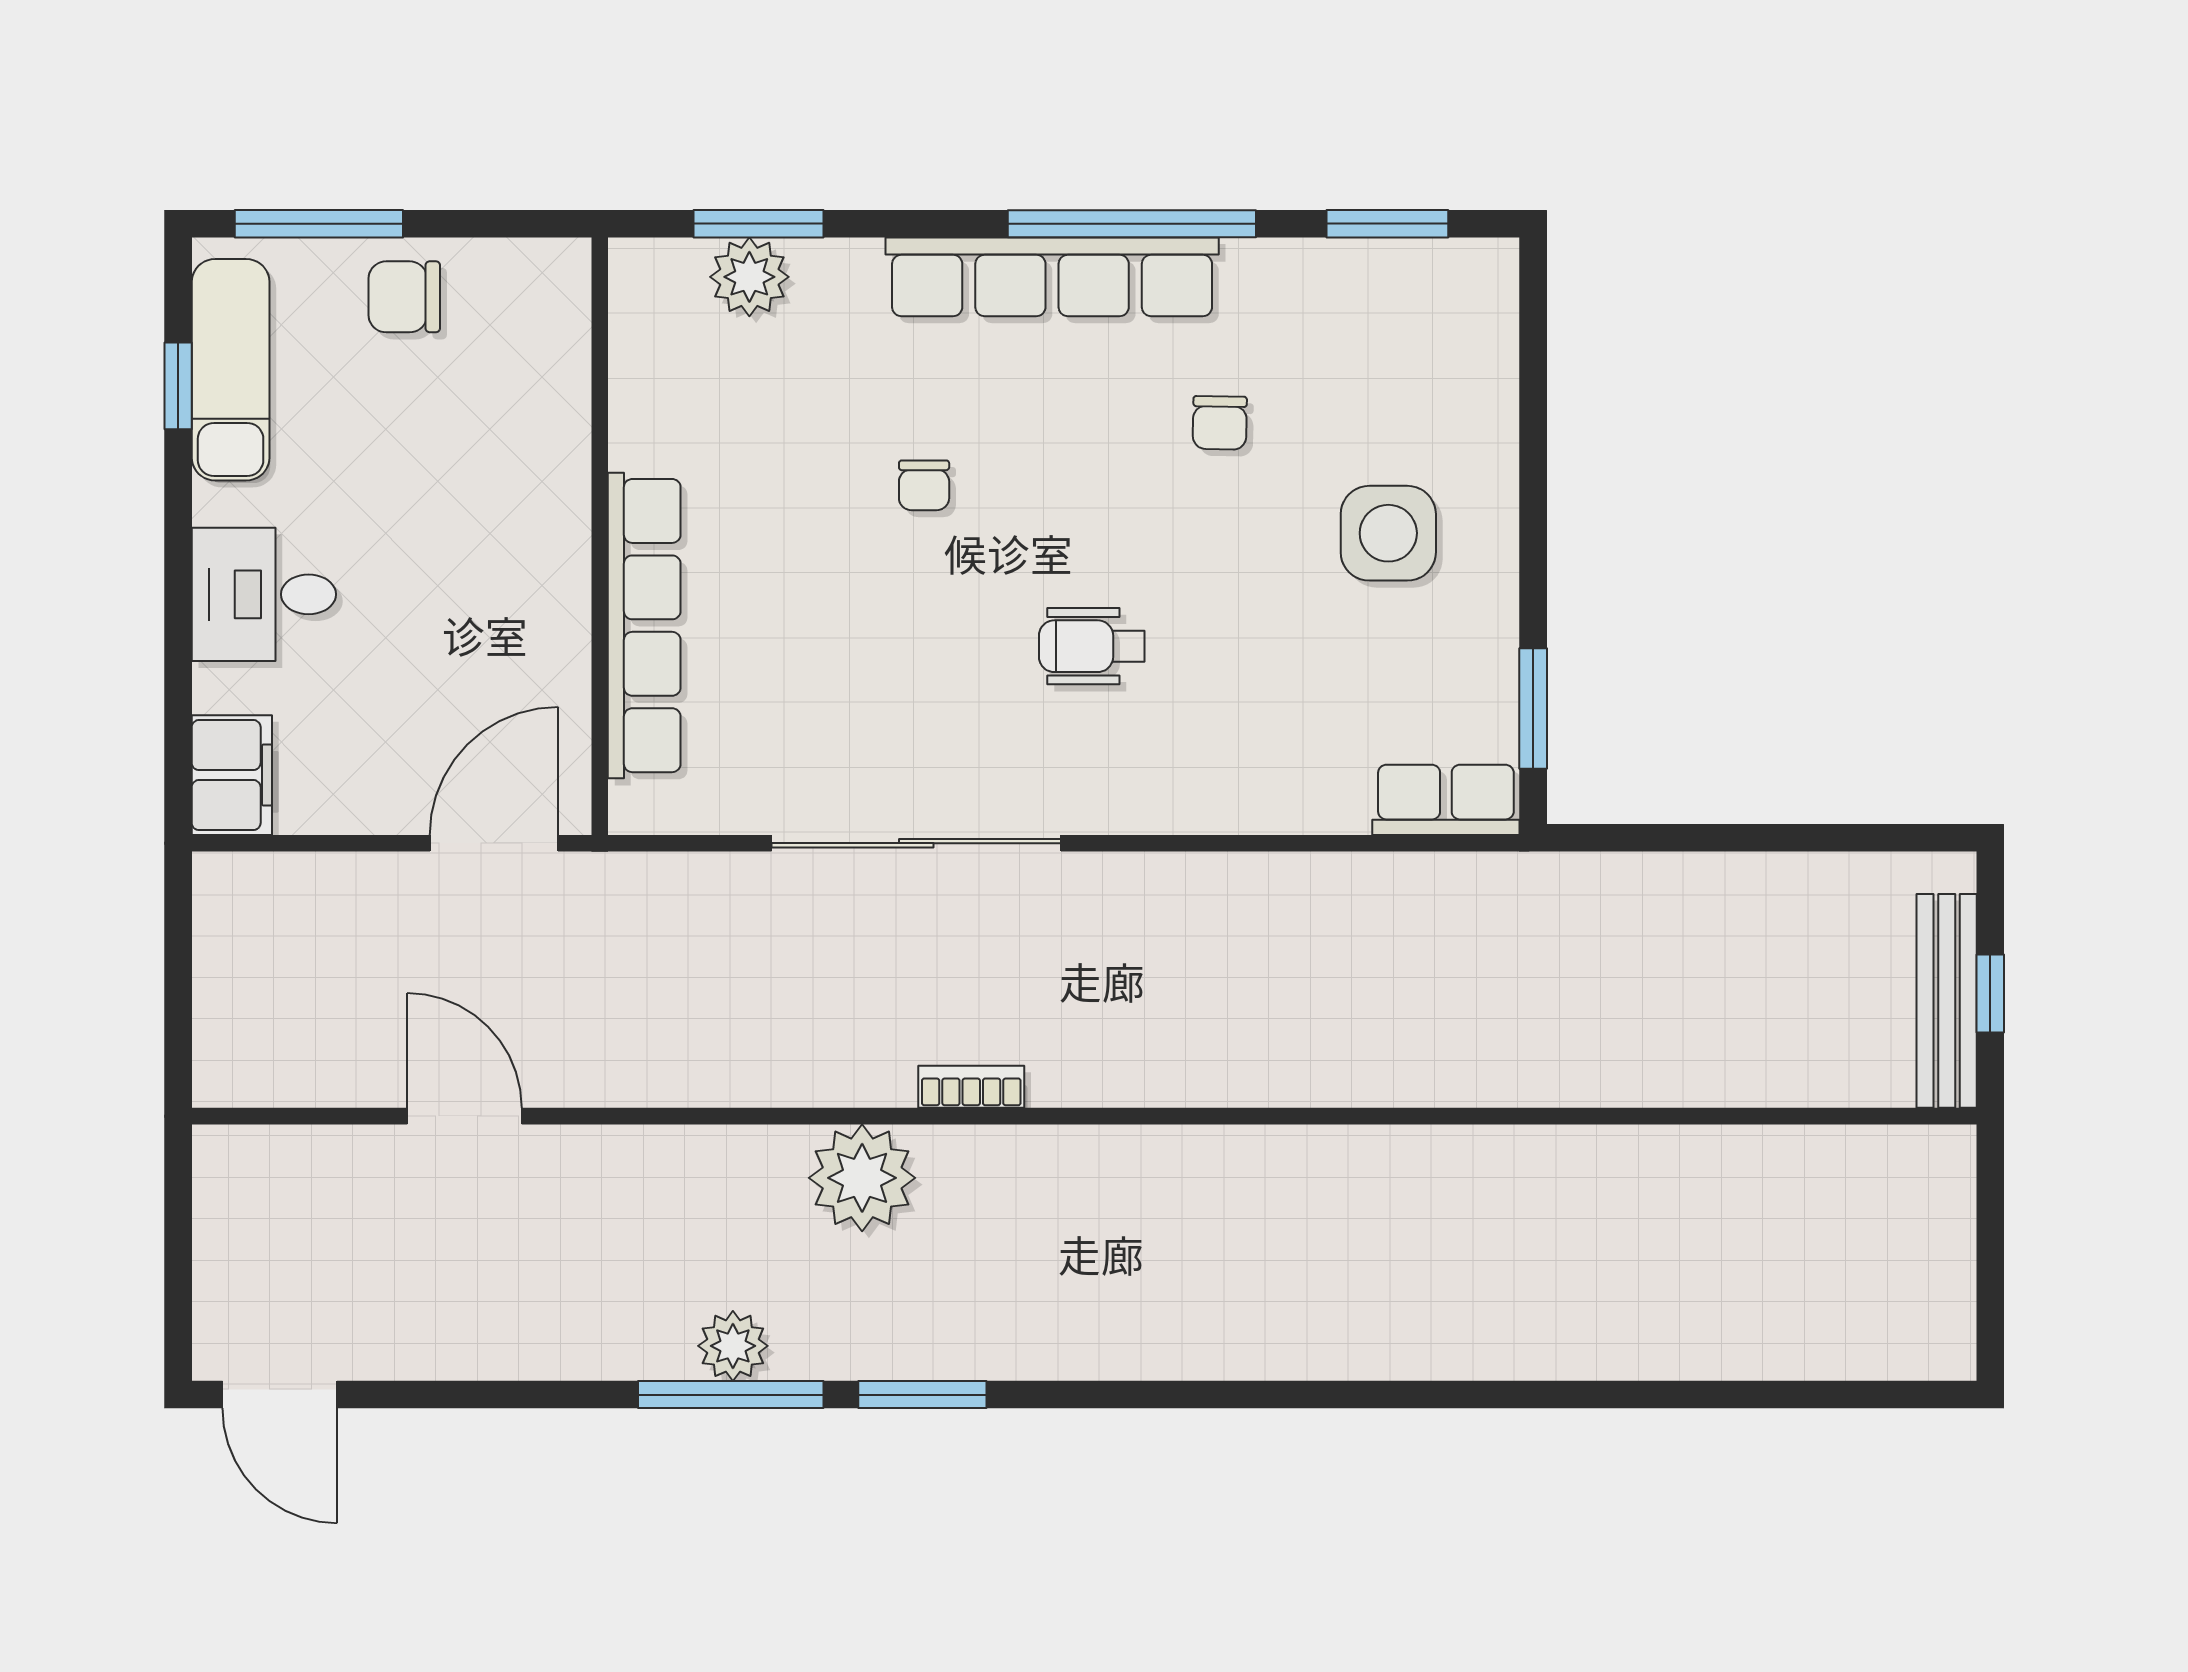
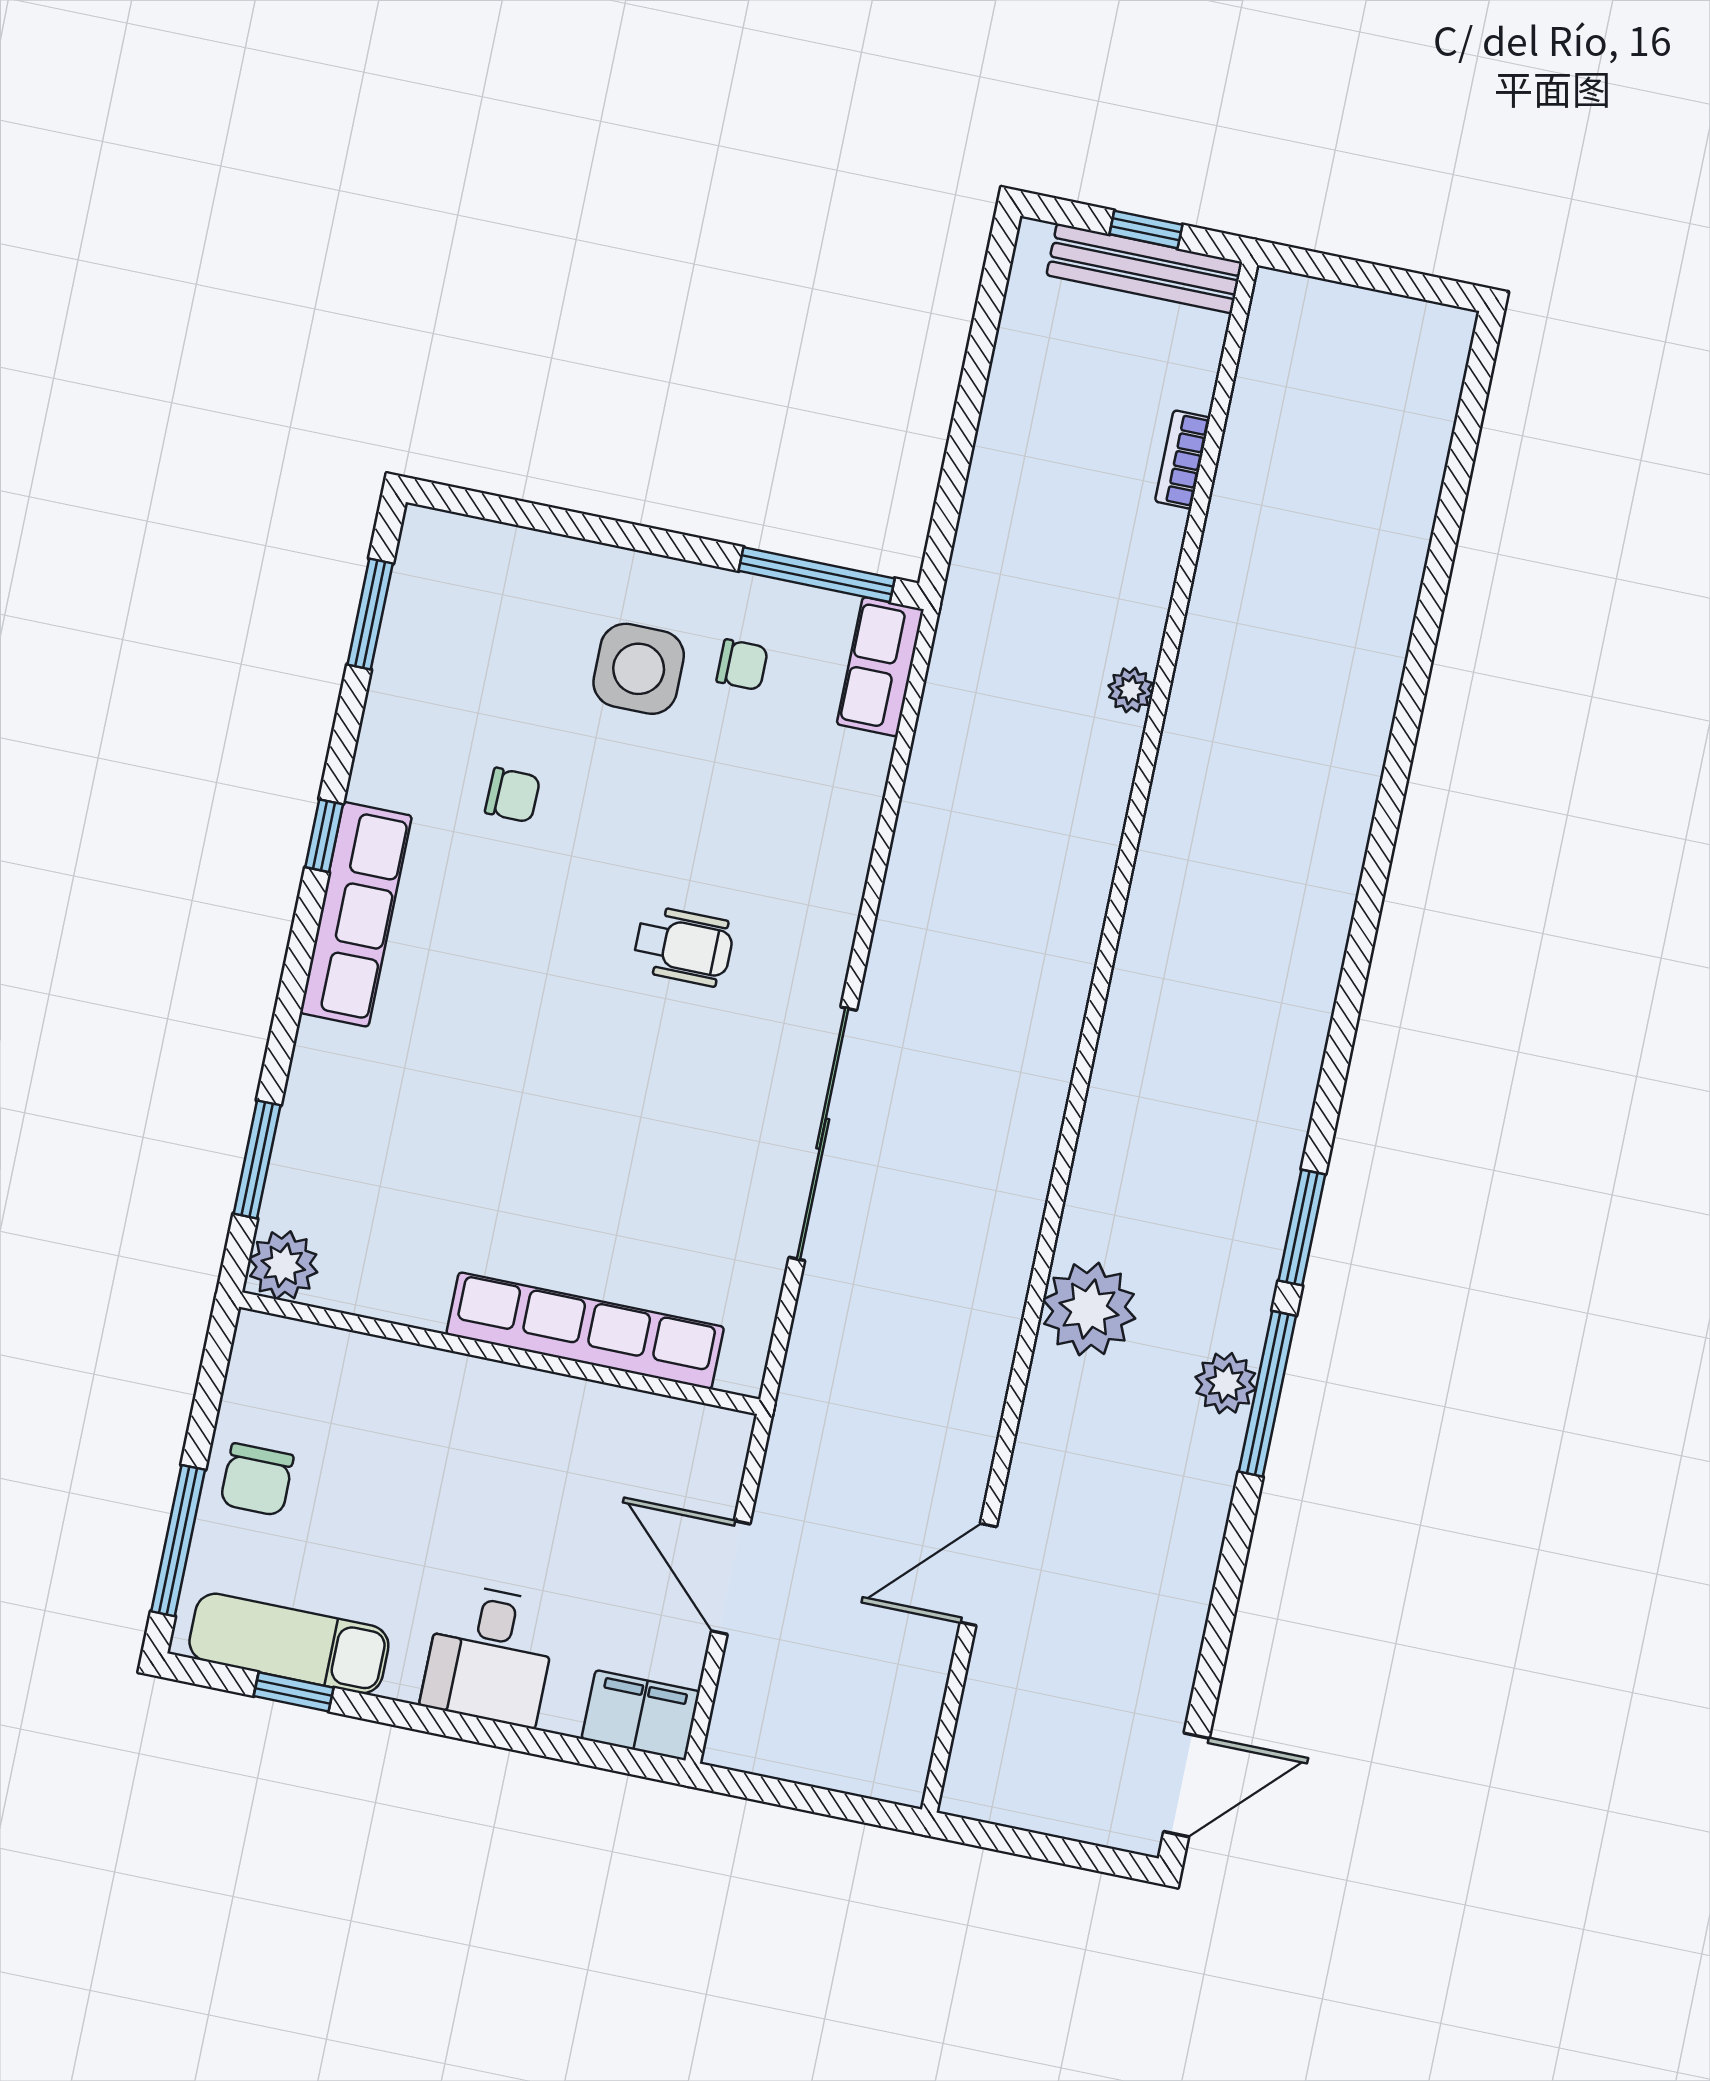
window: (1132, 224) -> (324, 836), width x0.32
plant: (749, 277) -> (283, 1265), moved
row of seats: (1052, 277) -> (356, 914), width x0.73
chair: (924, 485) -> (742, 665), moved
wheelchair: (1092, 646) -> (683, 946), turned -90
window: (1533, 709) -> (817, 575), width x1.44
door: (494, 843) -> (731, 1577), moved
plant: (1477, 1082) -> (1131, 690), added
bookcase: (971, 1087) -> (1183, 460), moved
plant: (862, 1178) -> (1089, 1309), moved

